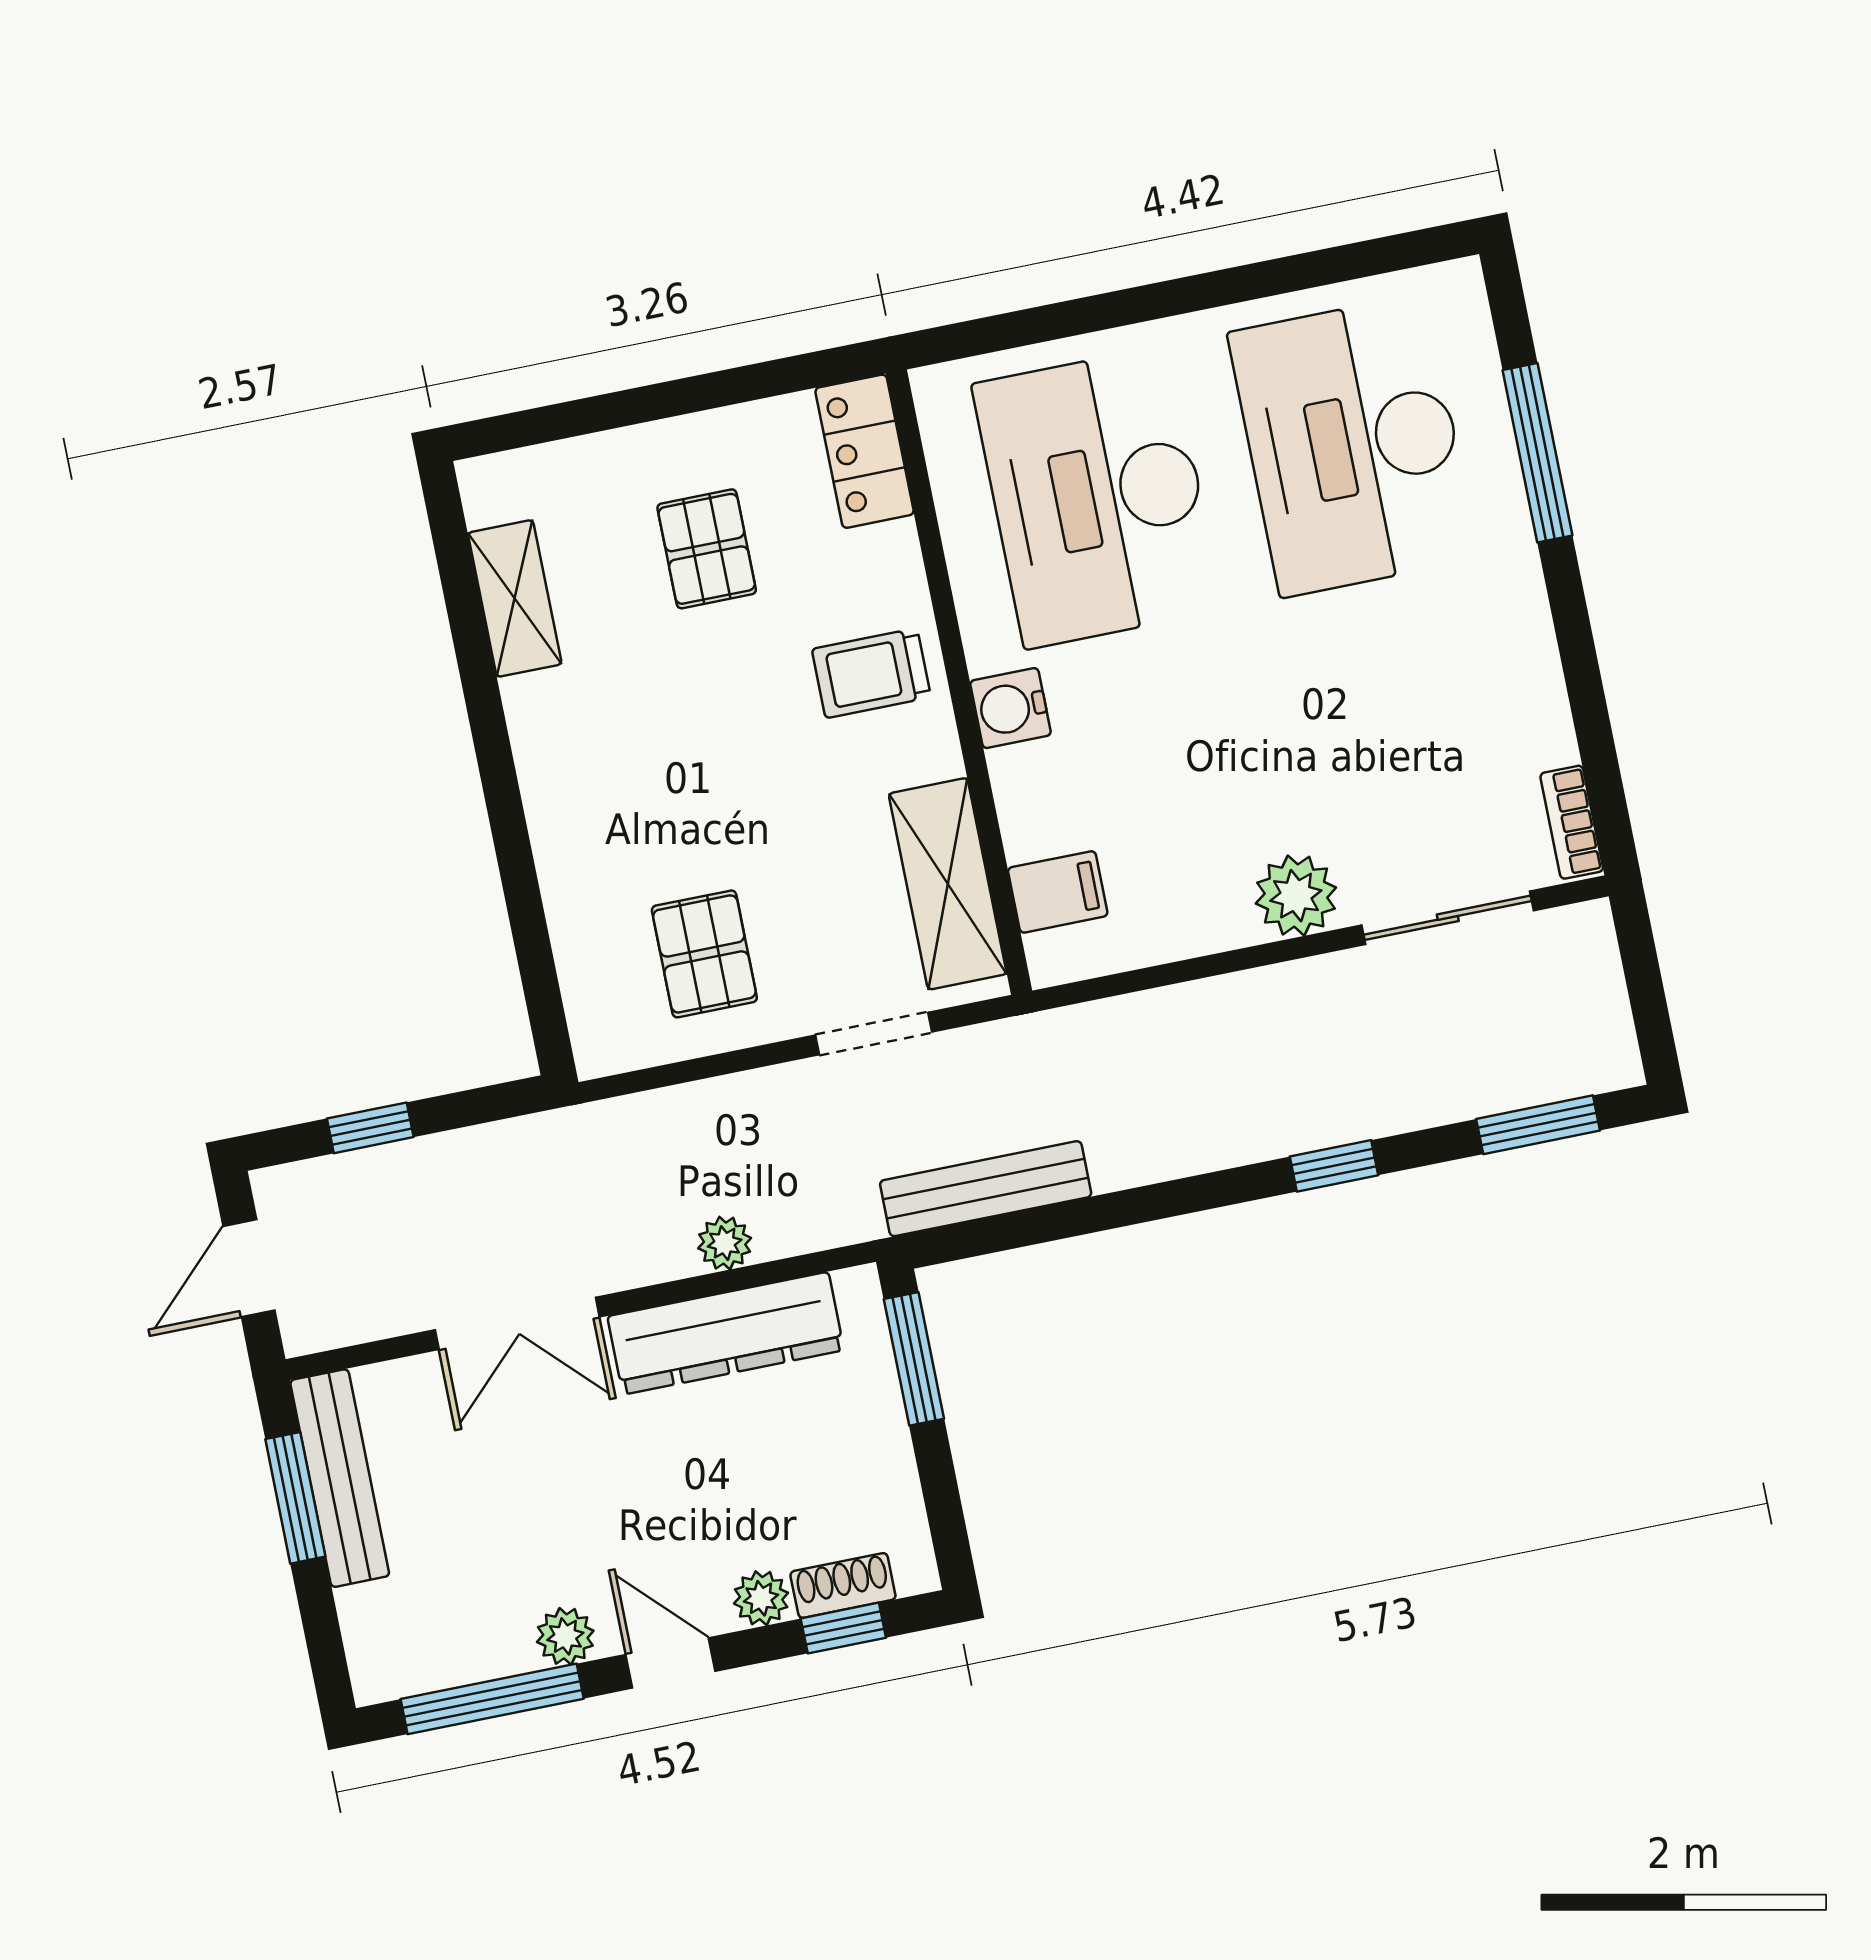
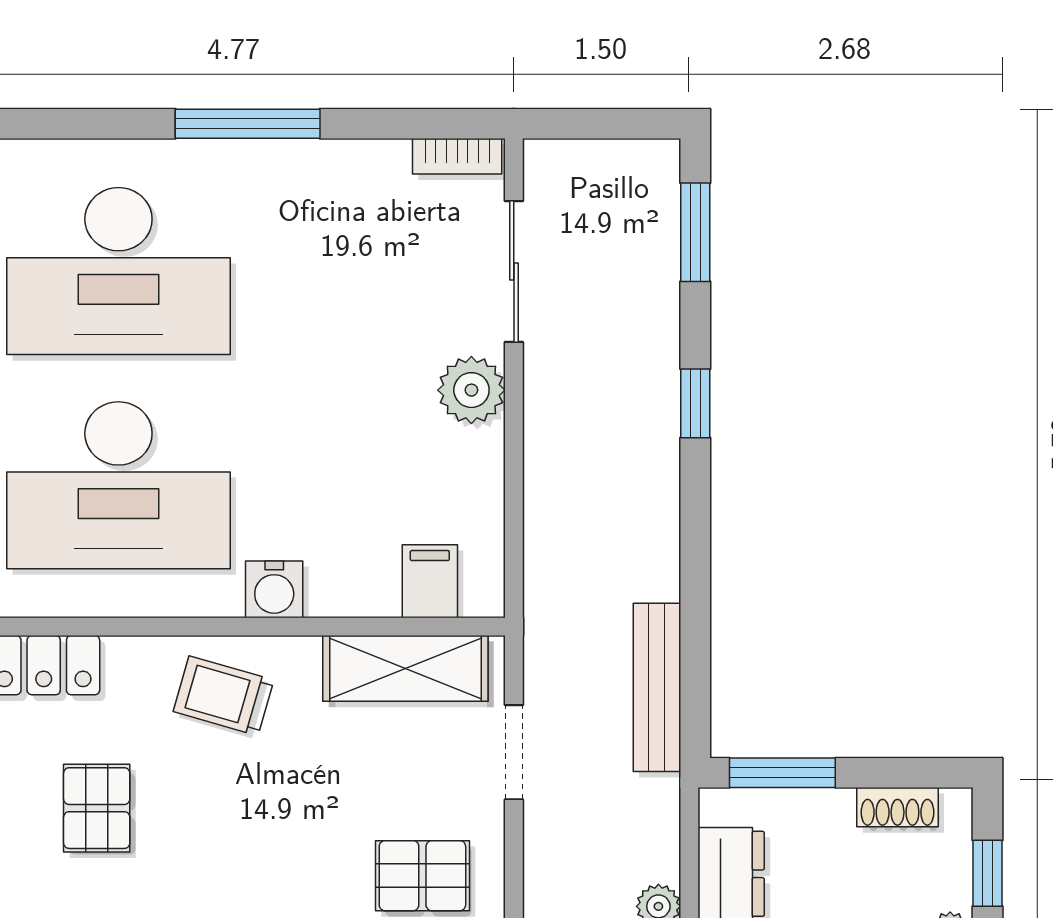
window: (1537, 453) -> (248, 124), moved
pallet: (707, 549) -> (97, 808), turned 90
trolley: (871, 673) -> (223, 696), turned 106
shoe rack: (843, 1585) -> (898, 807), moved, turned -90

